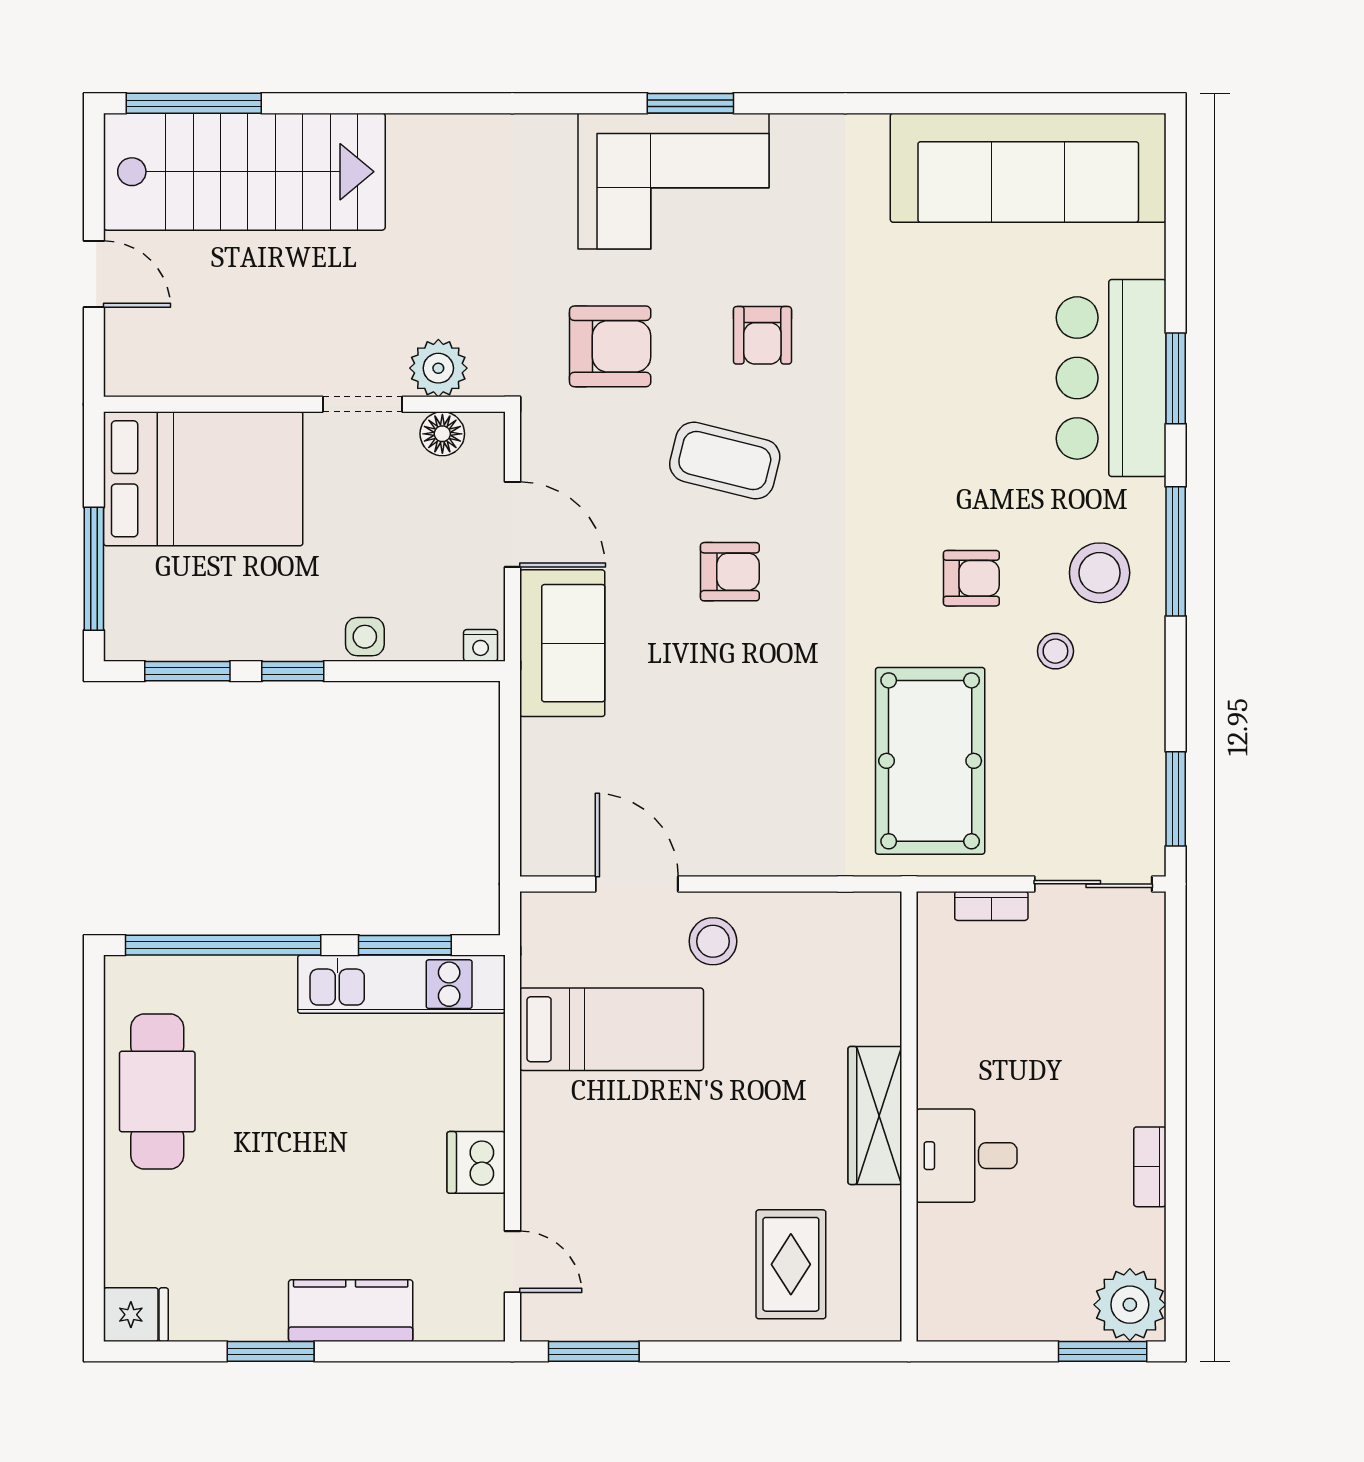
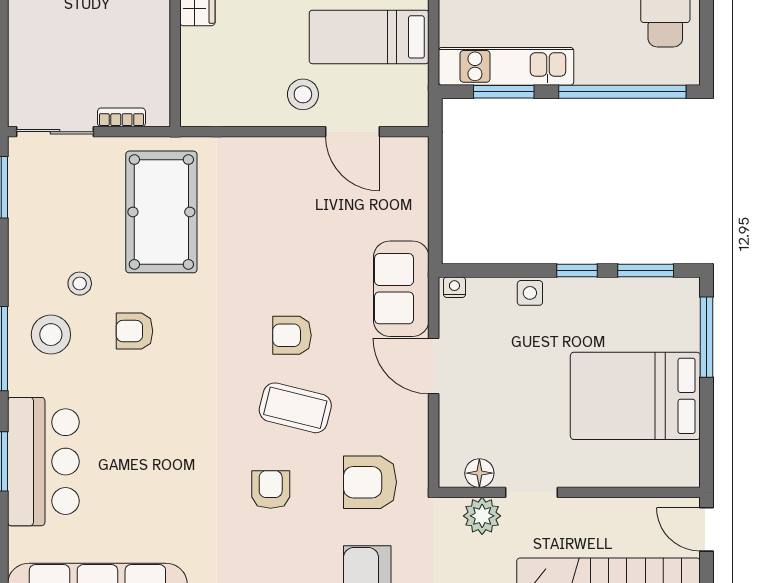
plant: (438, 368) -> (482, 516), moved
wall: (304, 404) -> (569, 492), moved
doorway: (362, 404) -> (531, 492), moved
floor lamp: (442, 434) -> (479, 473), moved

